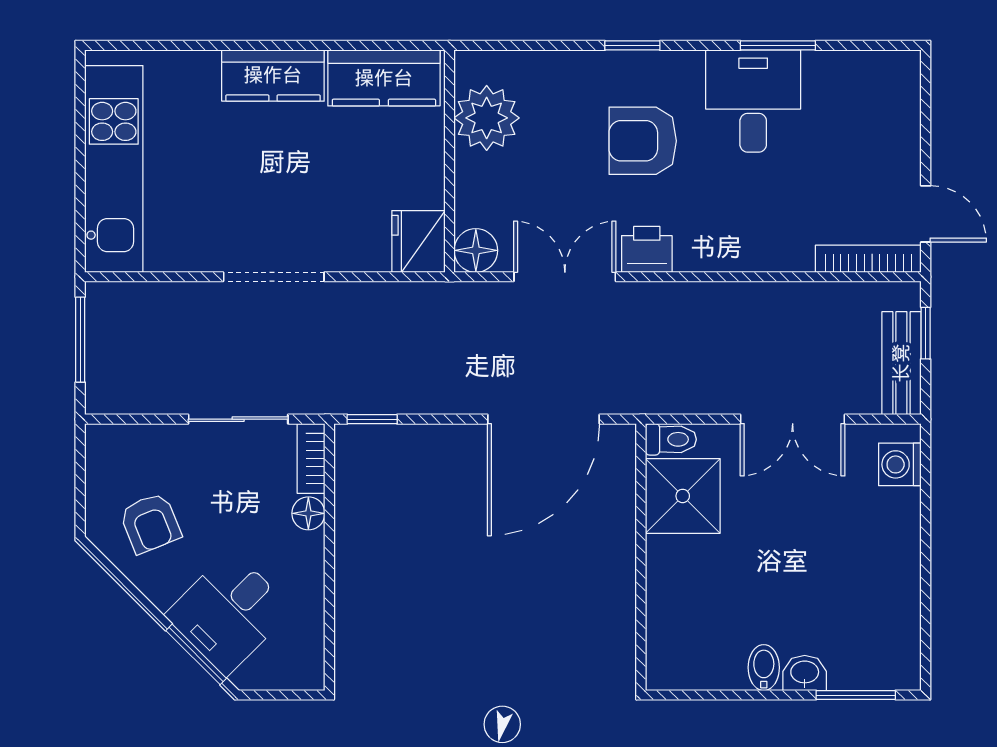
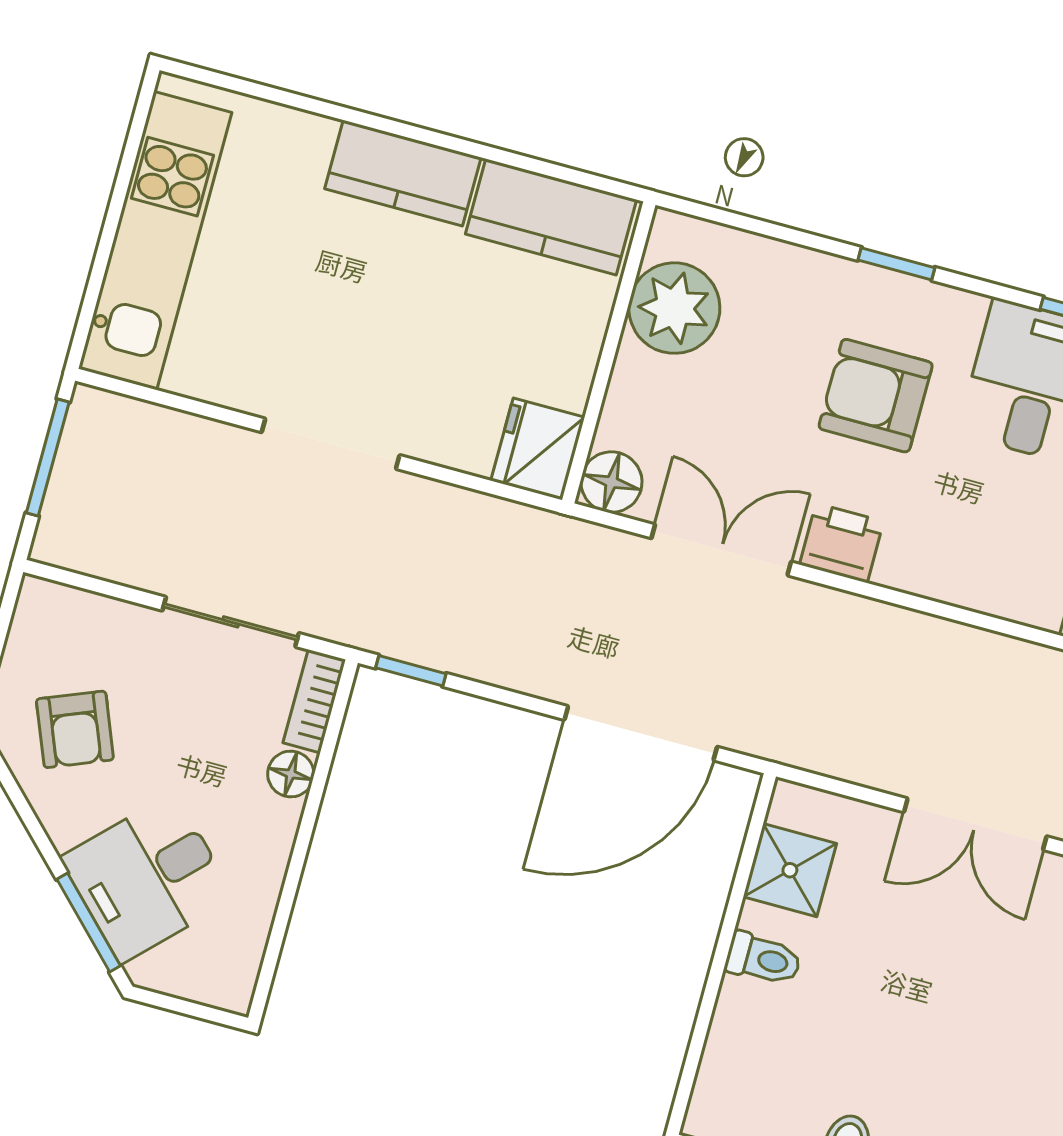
toilet: (671, 439) -> (763, 959), moved
shower: (683, 496) -> (790, 870), width x0.73, depth x0.73

